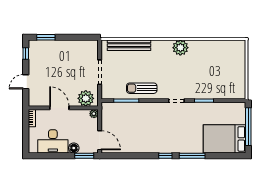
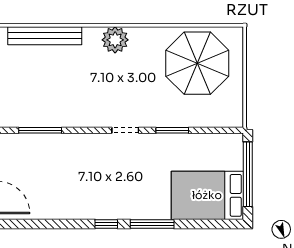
plant: (180, 48) -> (115, 40), moved
parasol: (219, 61) -> (197, 63), added
sun lounger: (142, 88) -> (66, 109), removed

